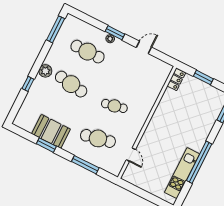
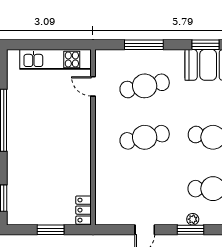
cafe table: (114, 106) -> (145, 137), width x1.37, depth x1.35
kitchen unit: (182, 173) -> (55, 59), moved, turned 90

